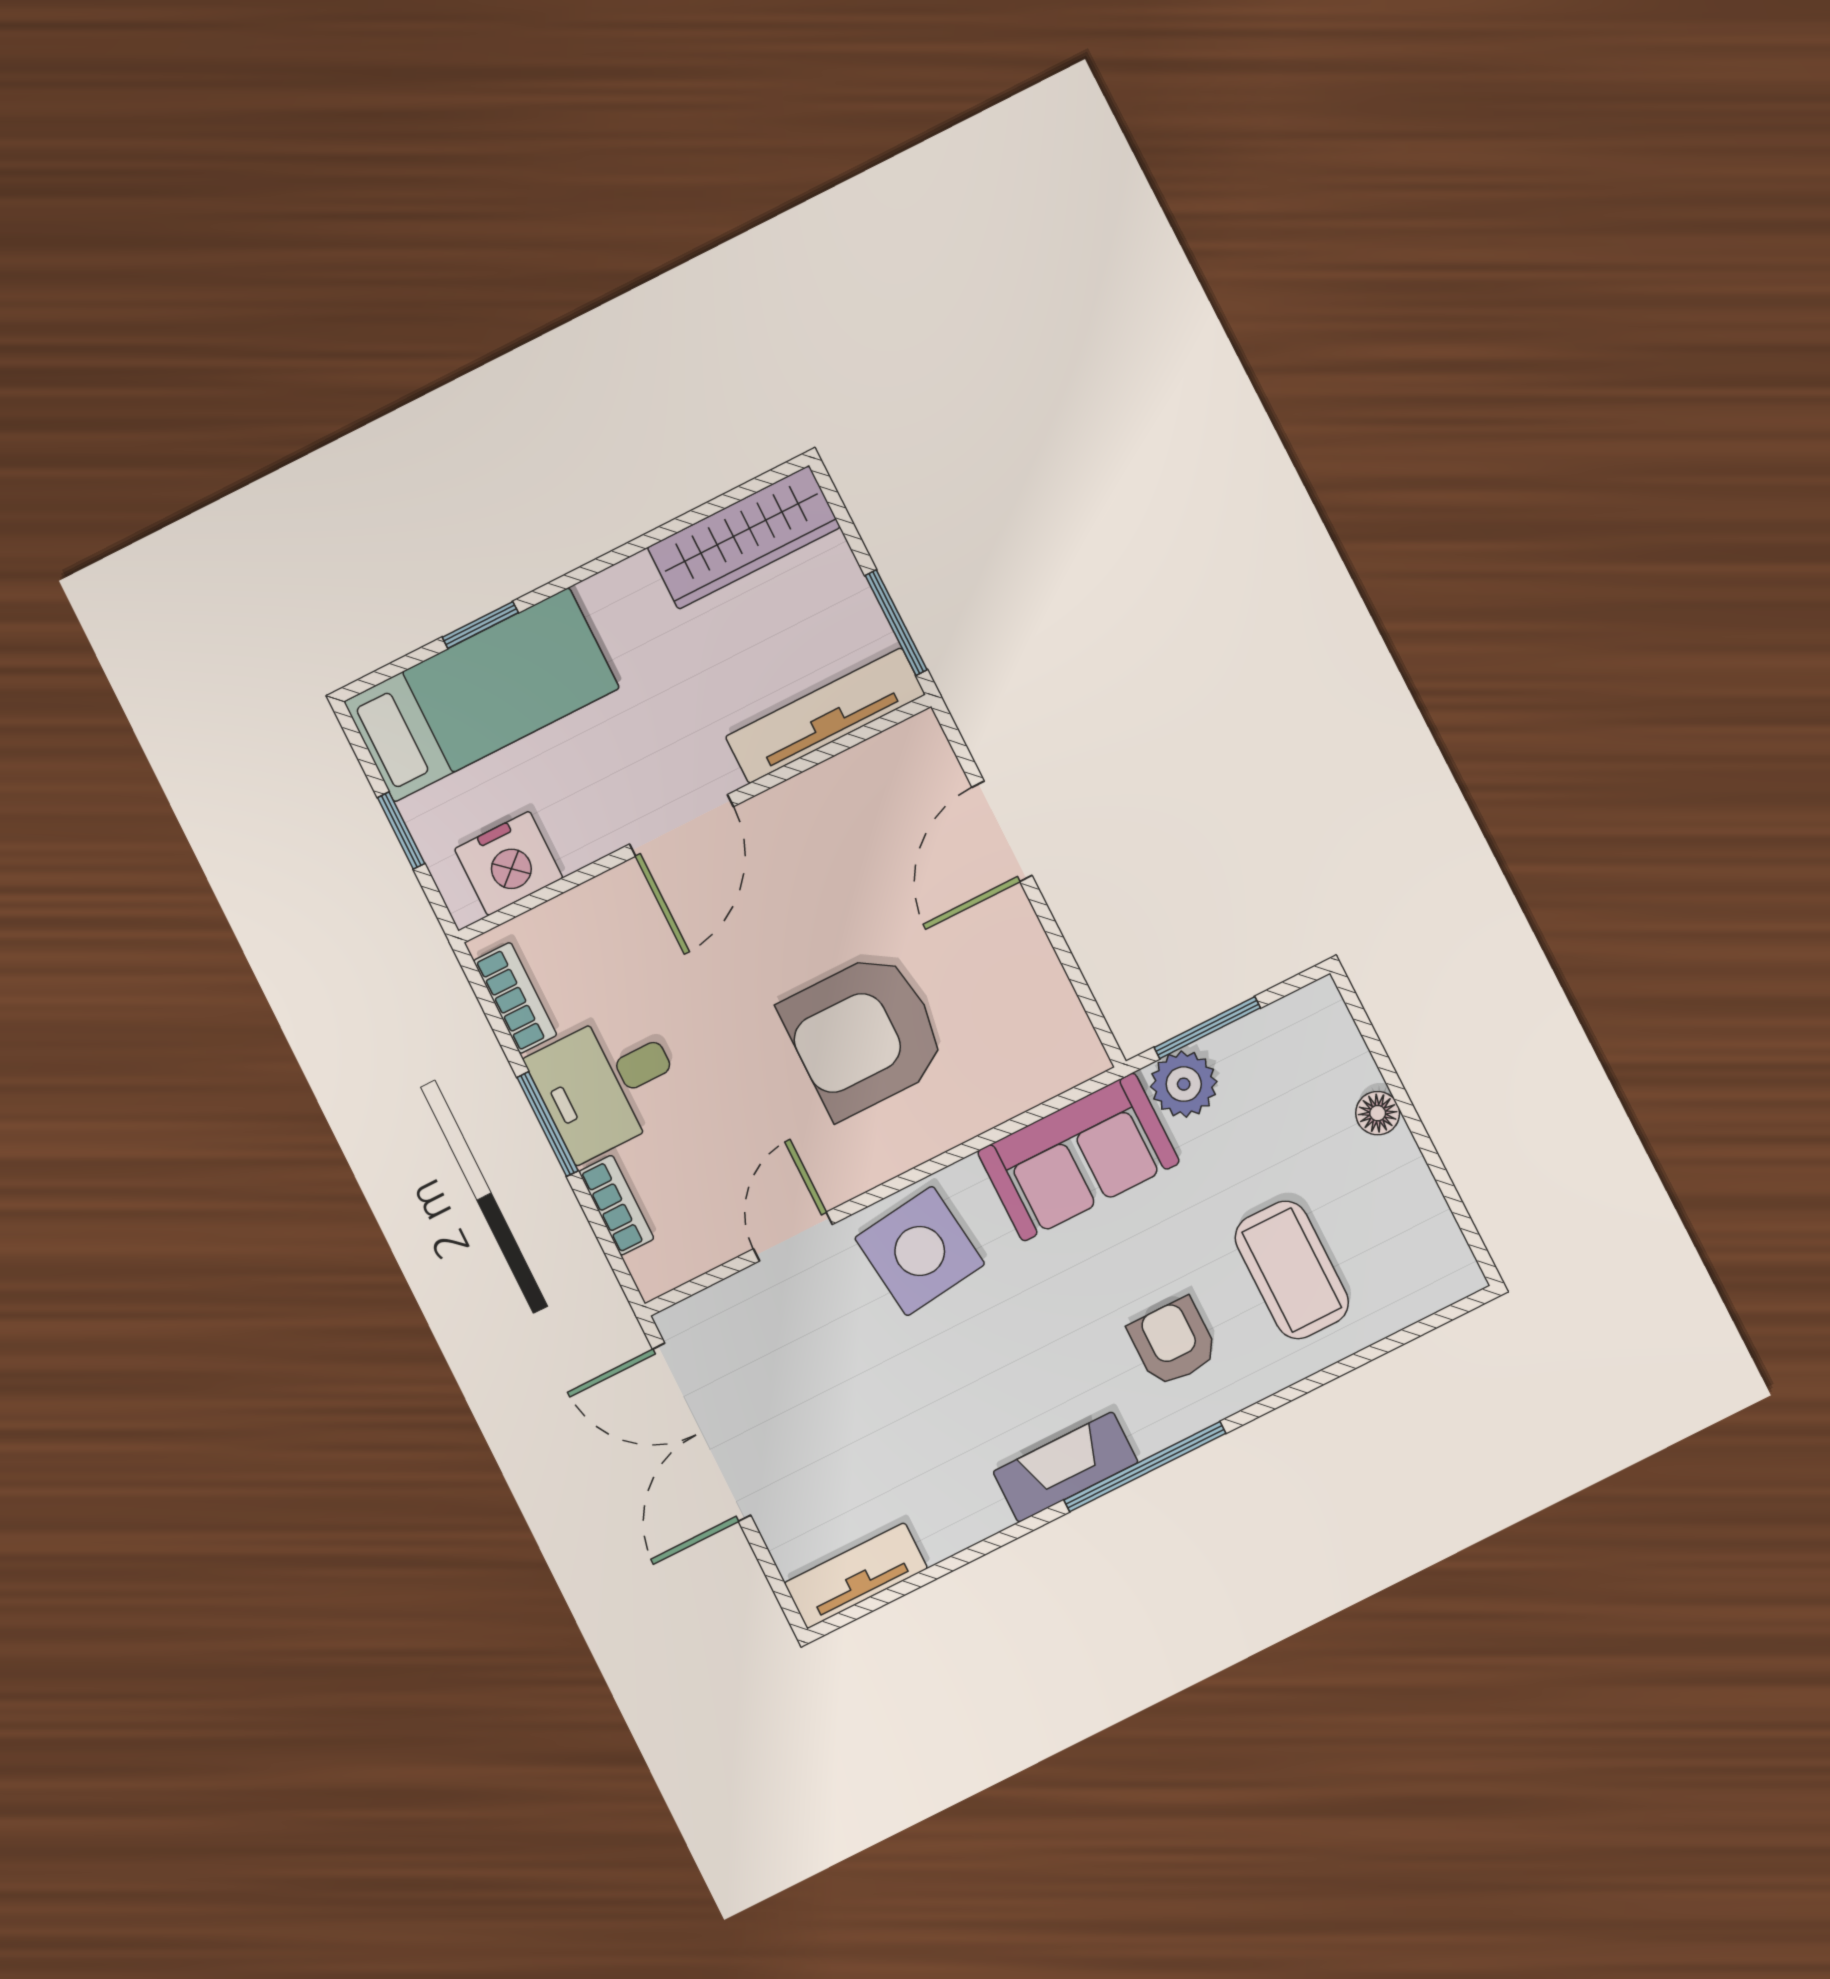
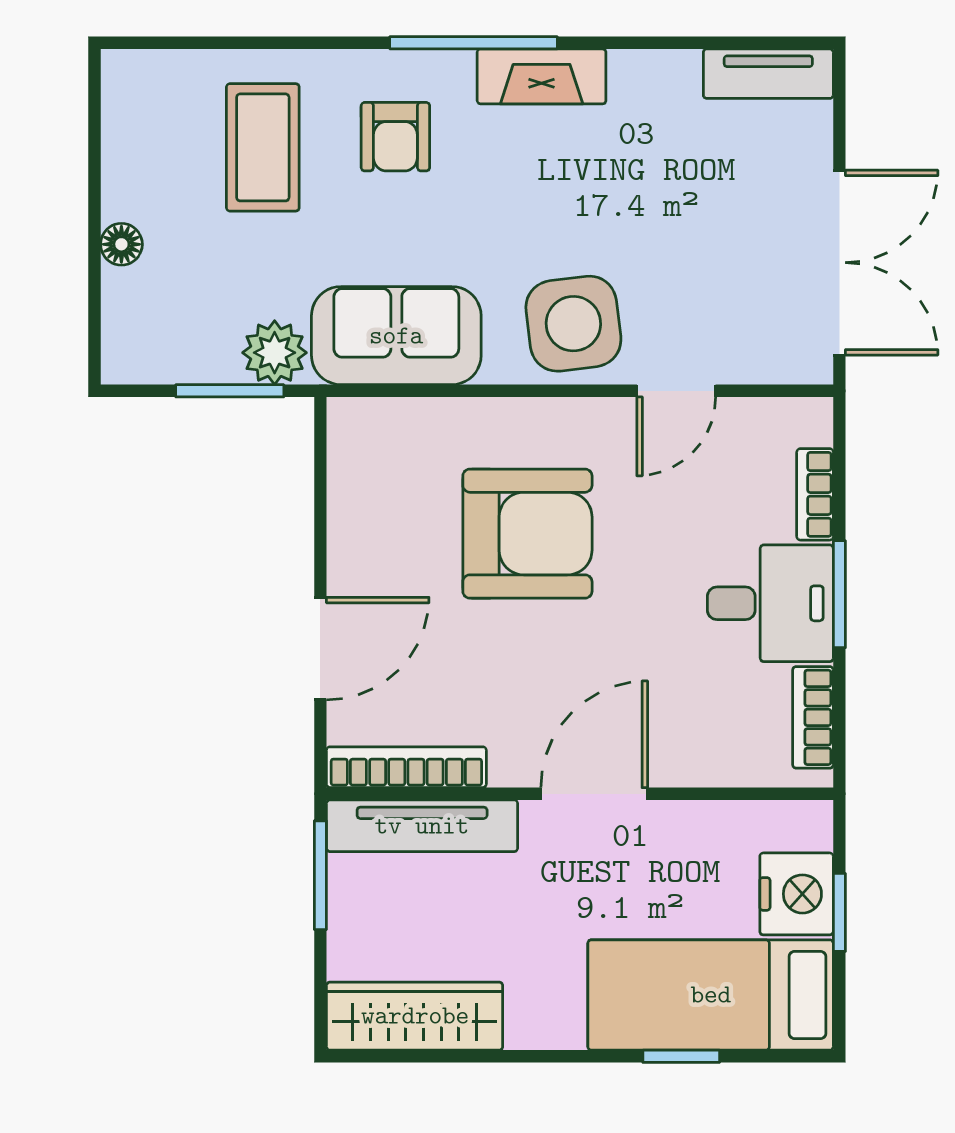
bookcase: (867, 762) -> (406, 767), added
nightstand: (509, 863) -> (797, 894), moved, turned 90

